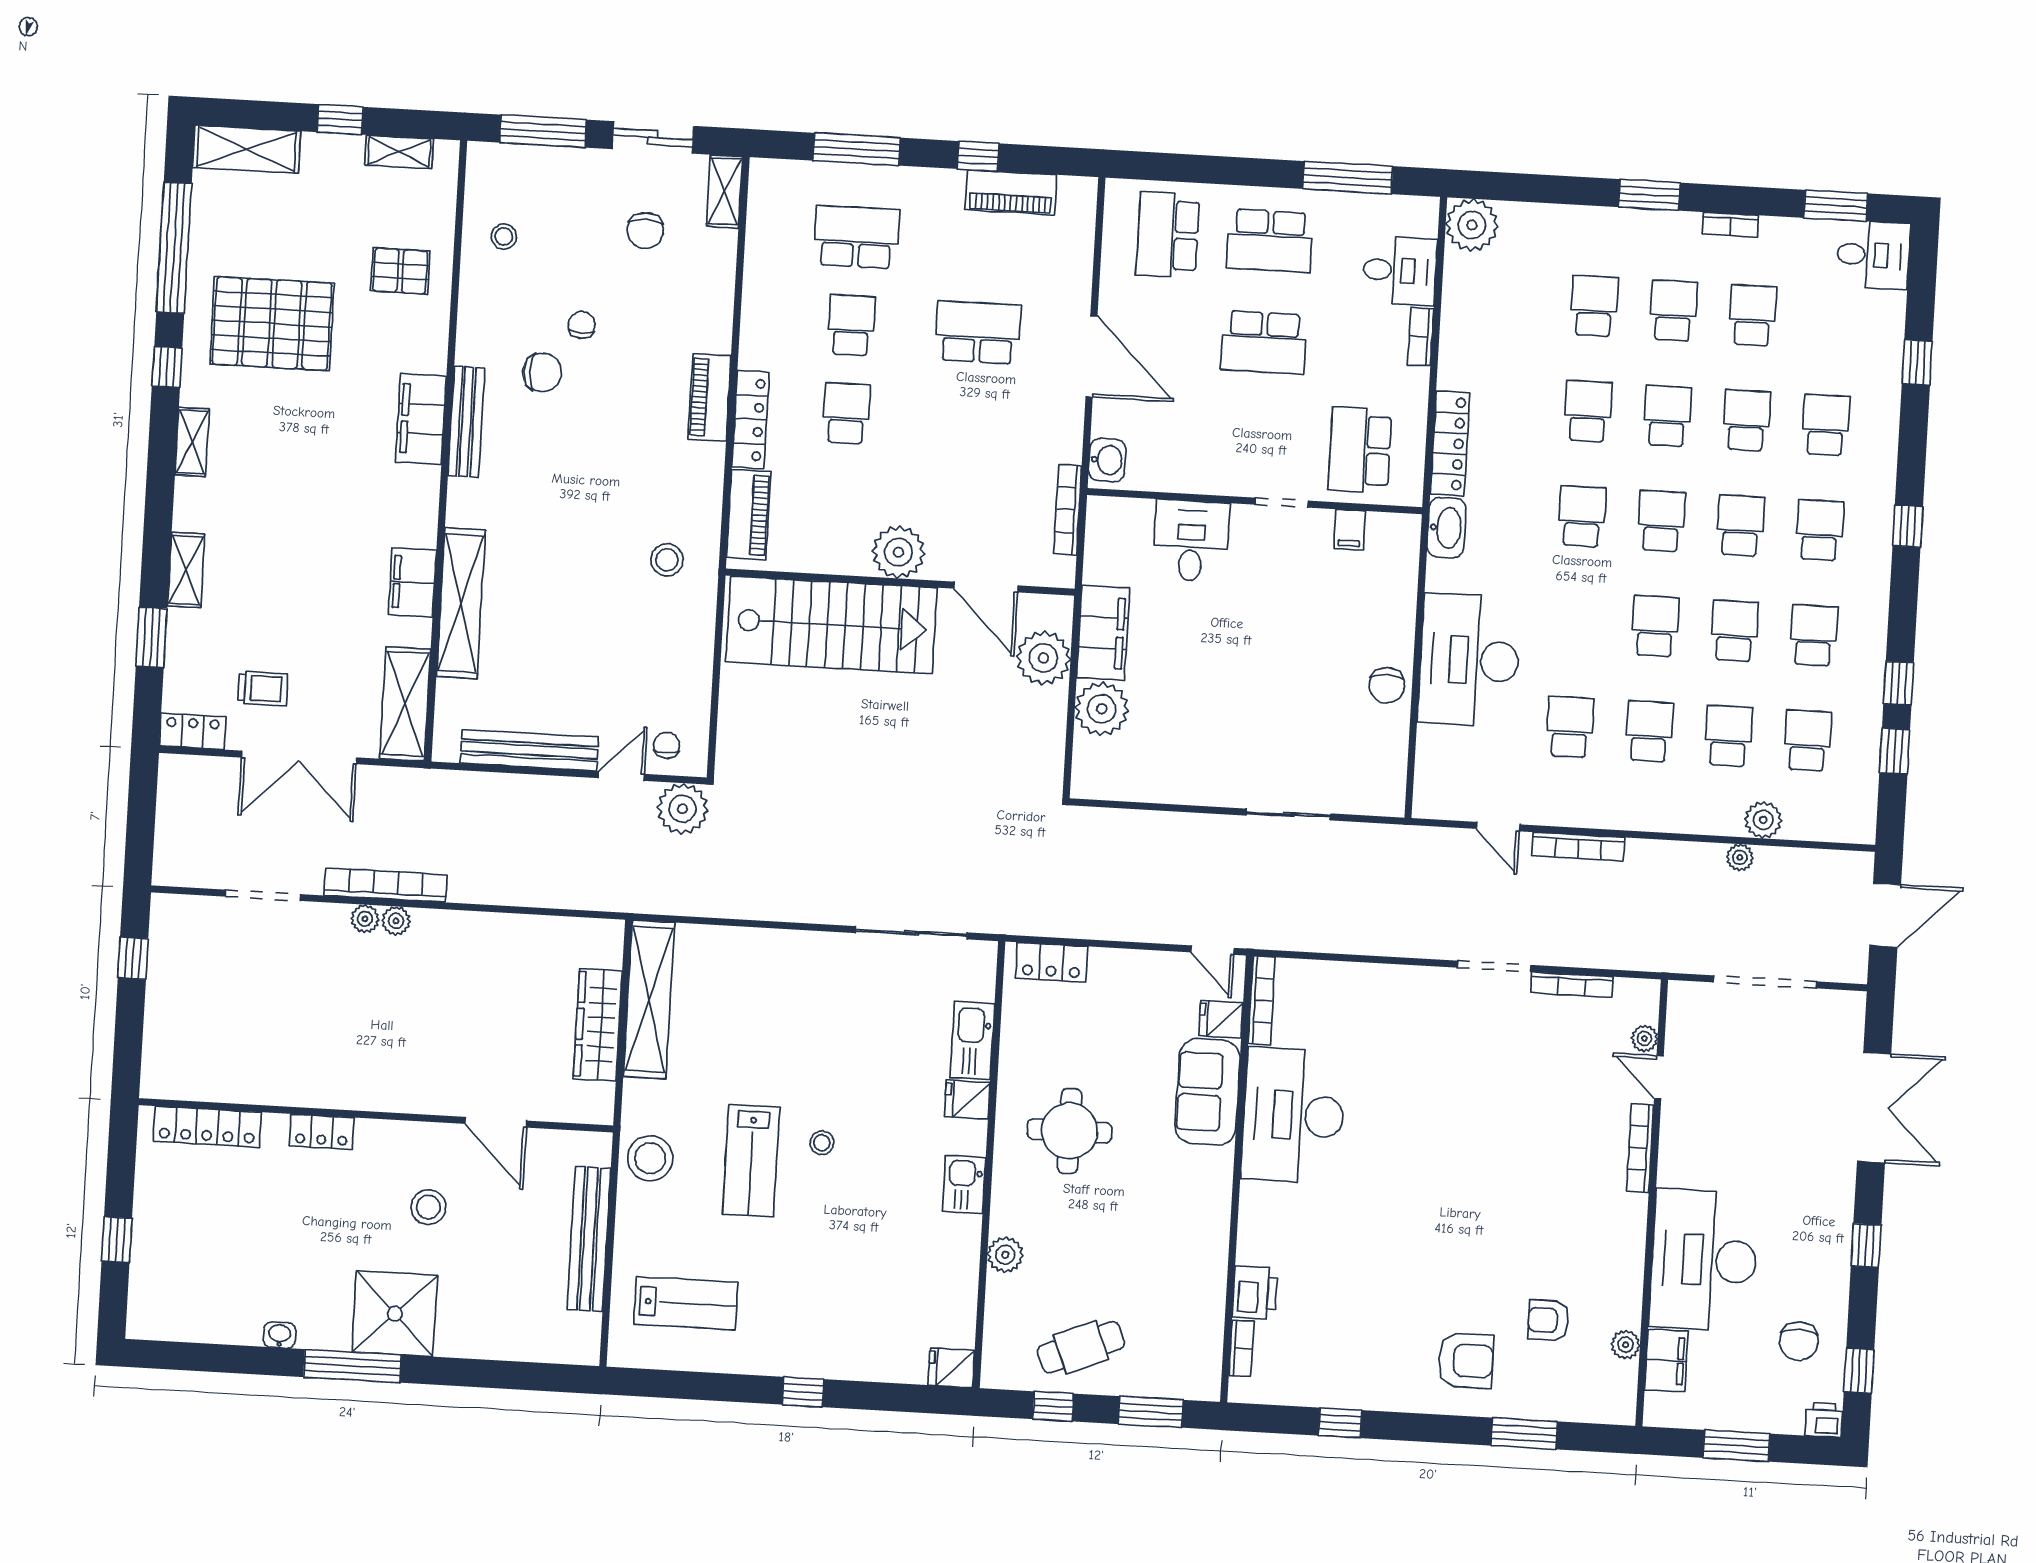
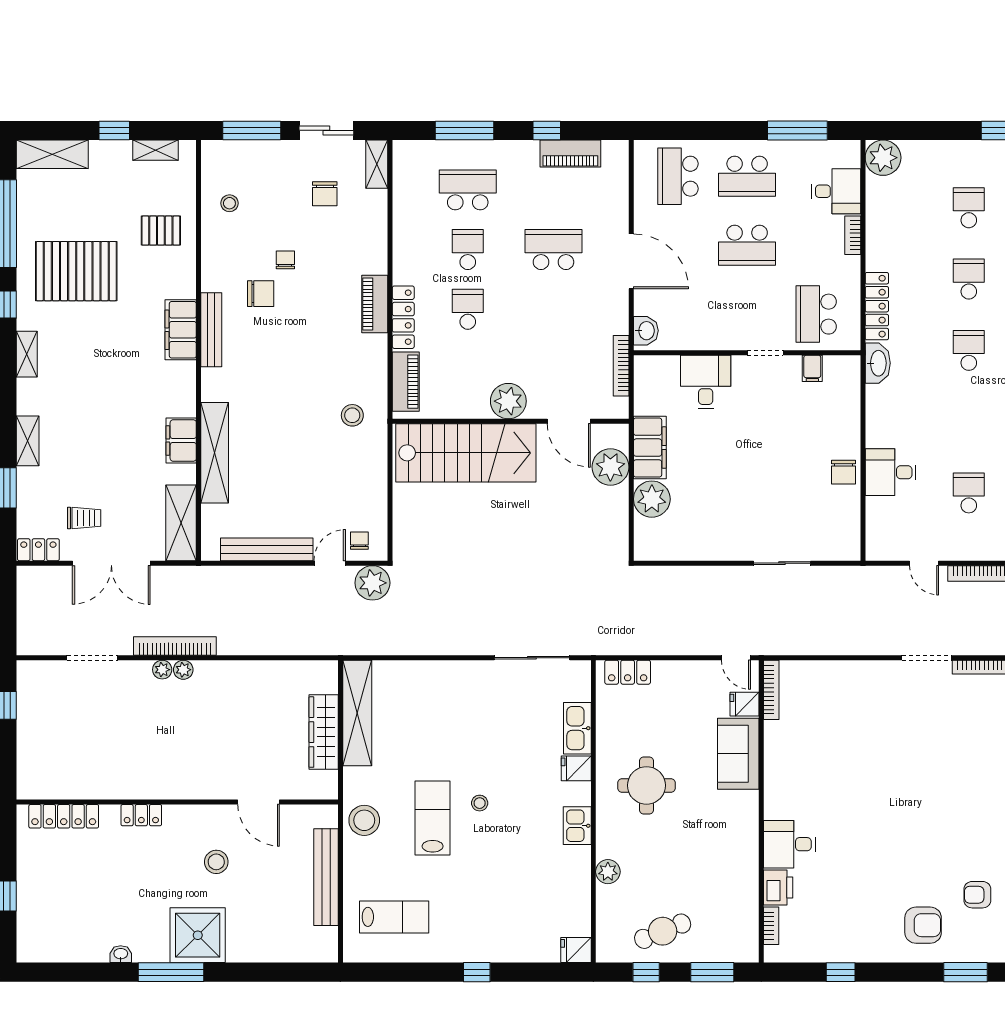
desk: (1469, 660) -> (891, 472), width x0.53, depth x0.77
desk: (1293, 1115) -> (789, 844), moved, width x0.53, depth x0.77
lab bench: (751, 1161) -> (433, 818), turned 180

